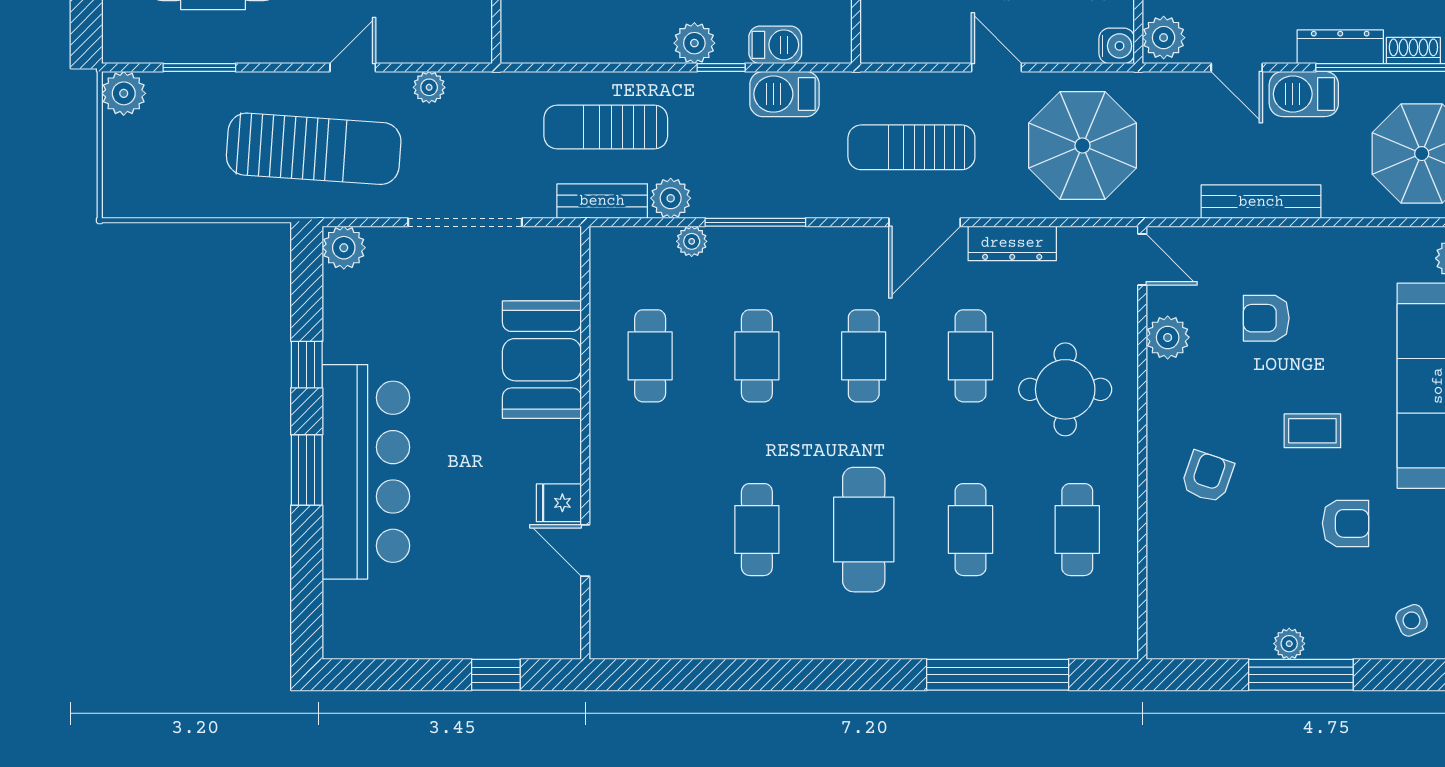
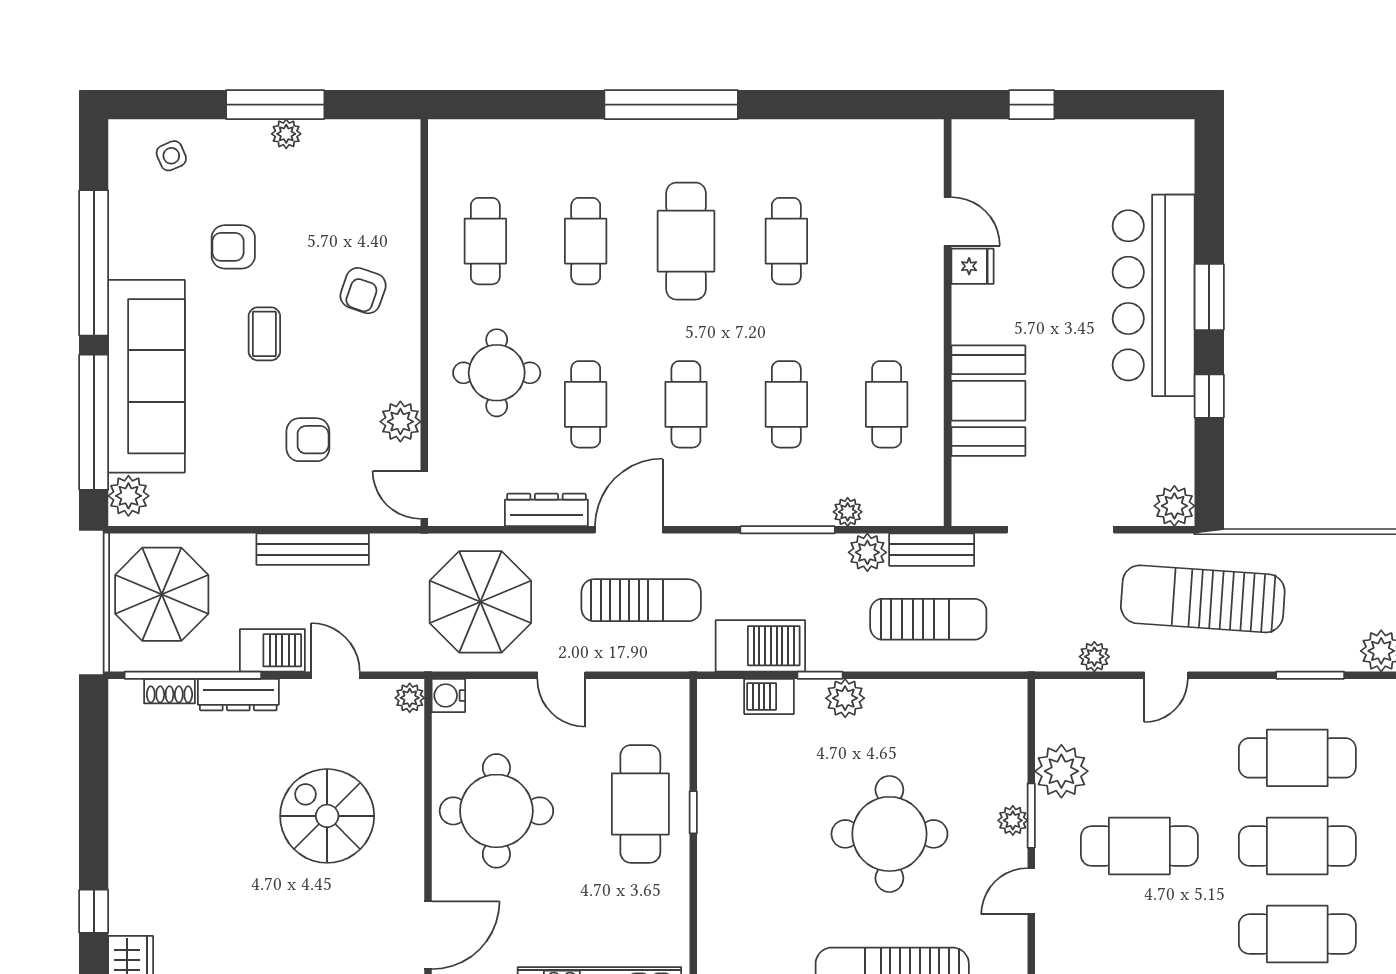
plant: (1164, 38) -> (410, 698), width x0.73, depth x0.73
barbecue: (784, 94) -> (760, 646), width x1.37, depth x1.21
coffee table: (1312, 431) -> (264, 334), turned 90
window: (998, 675) -> (671, 105), moved

